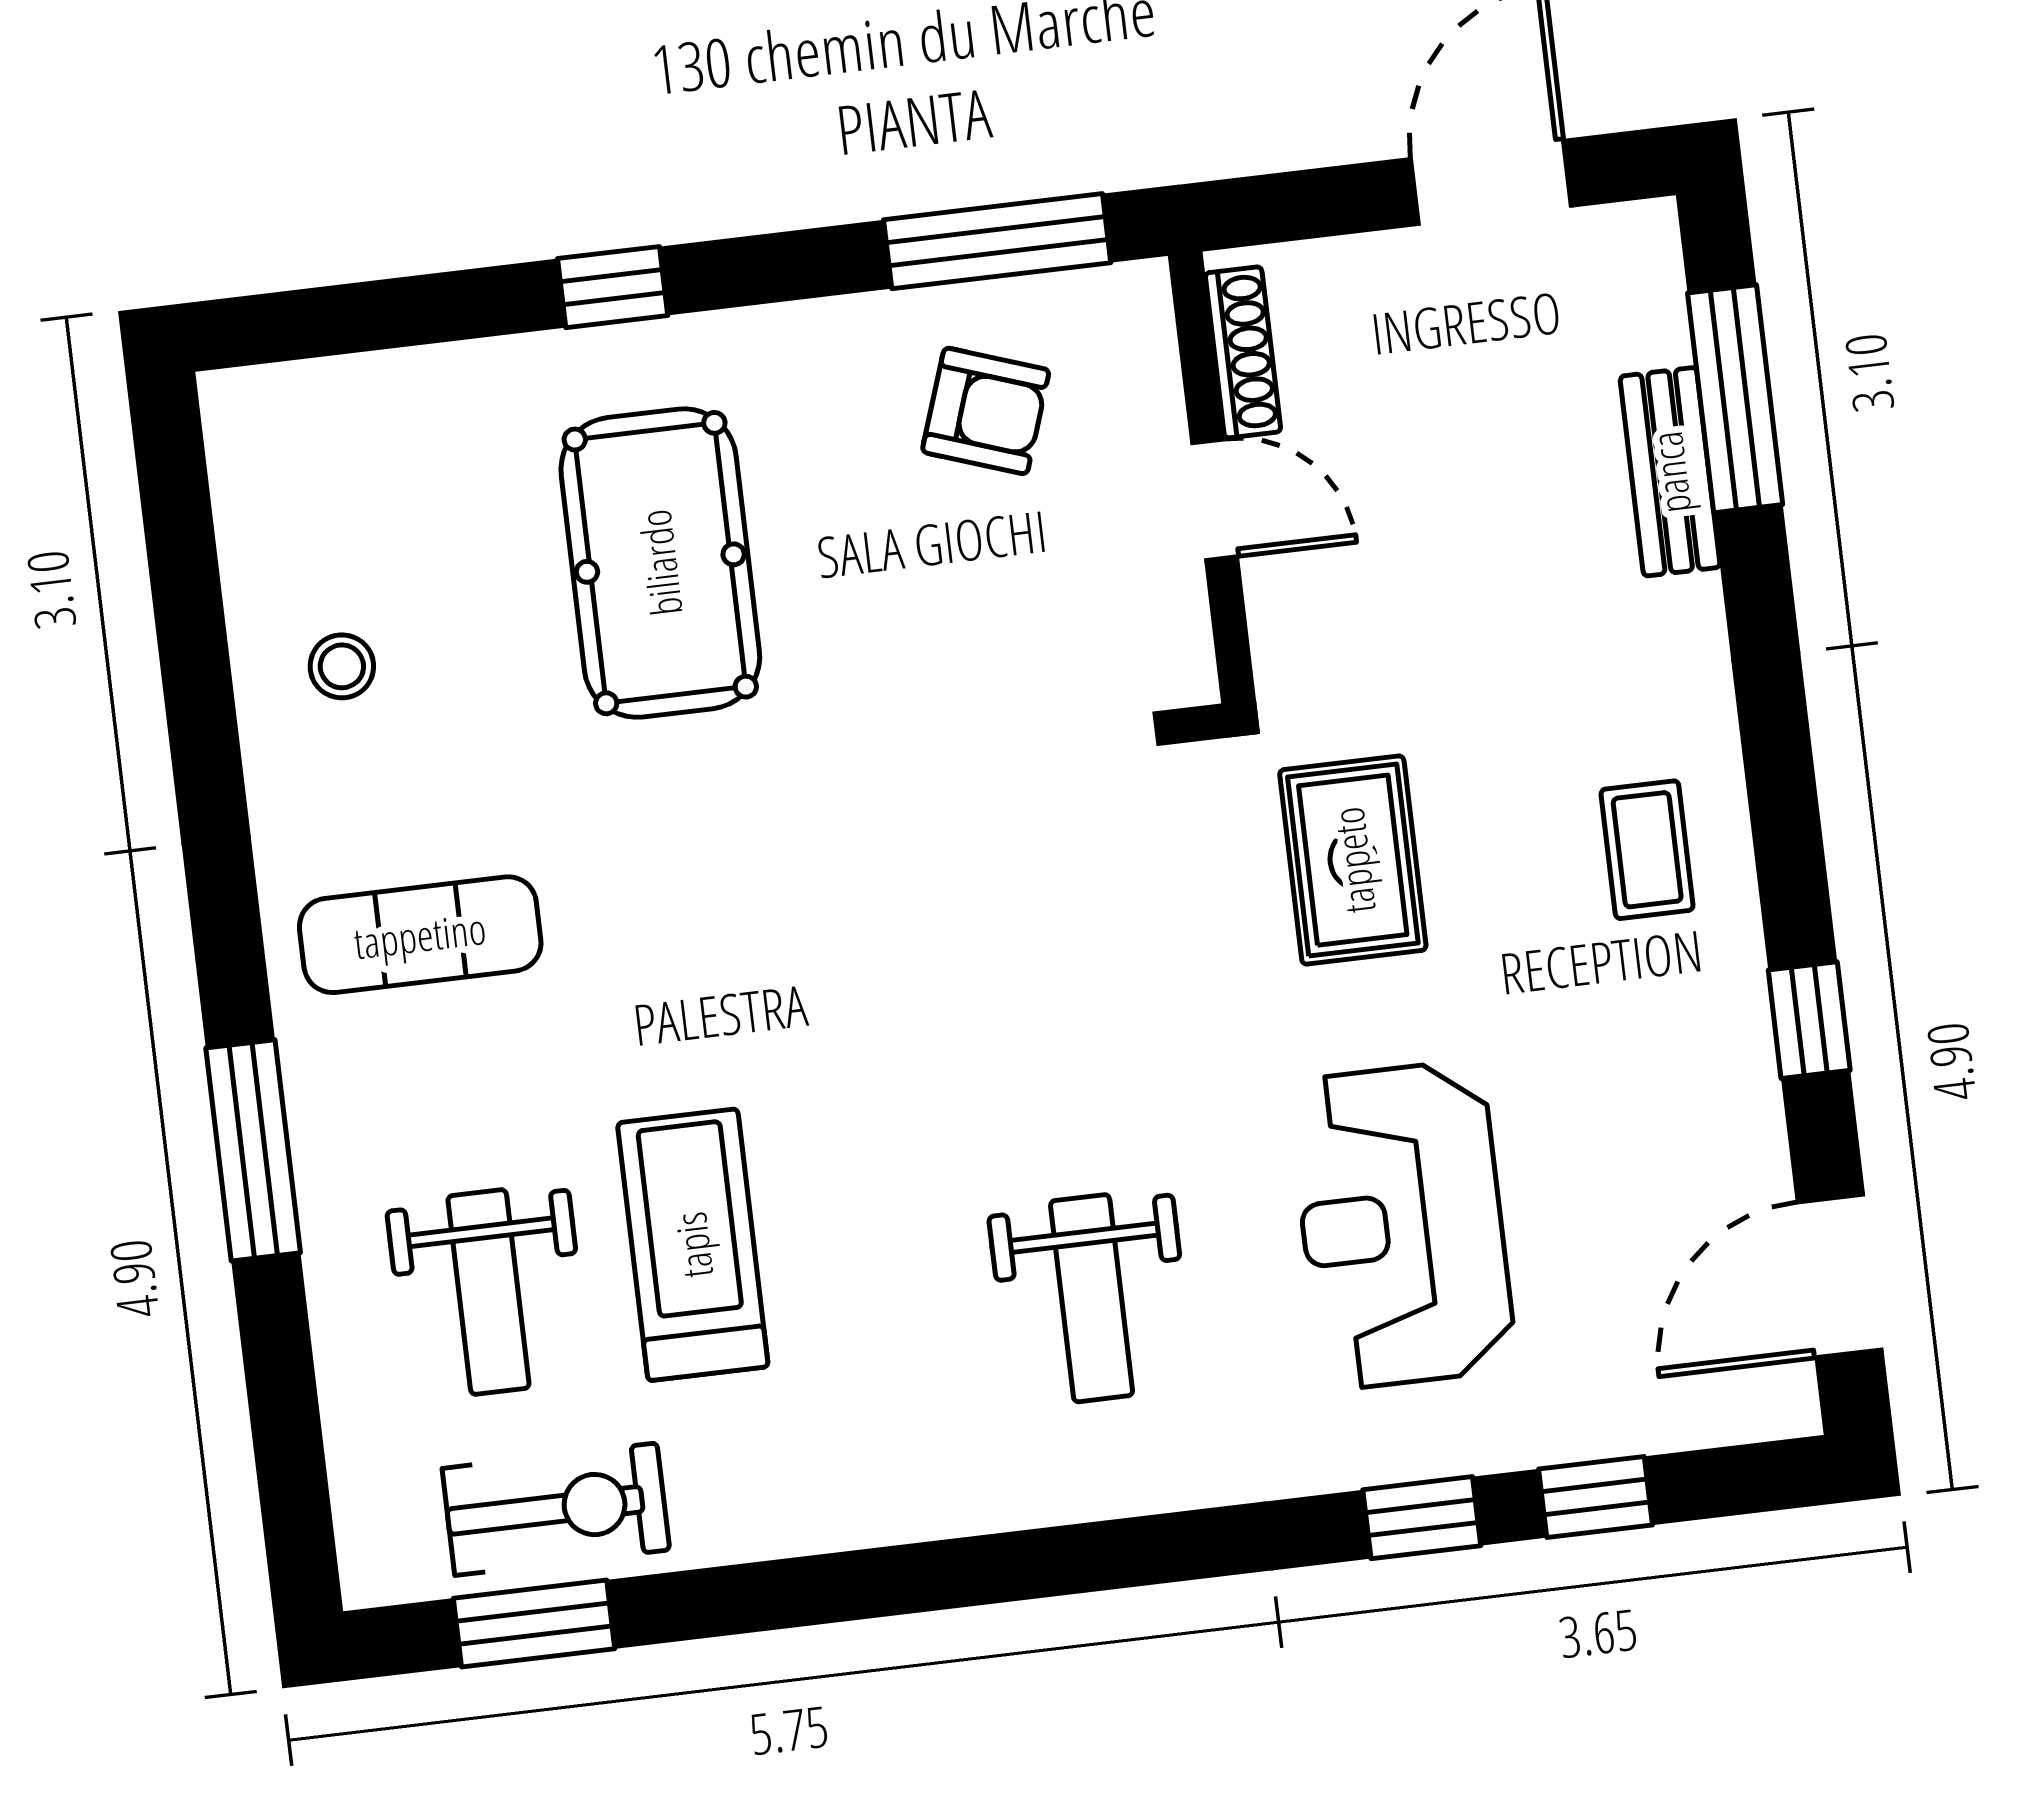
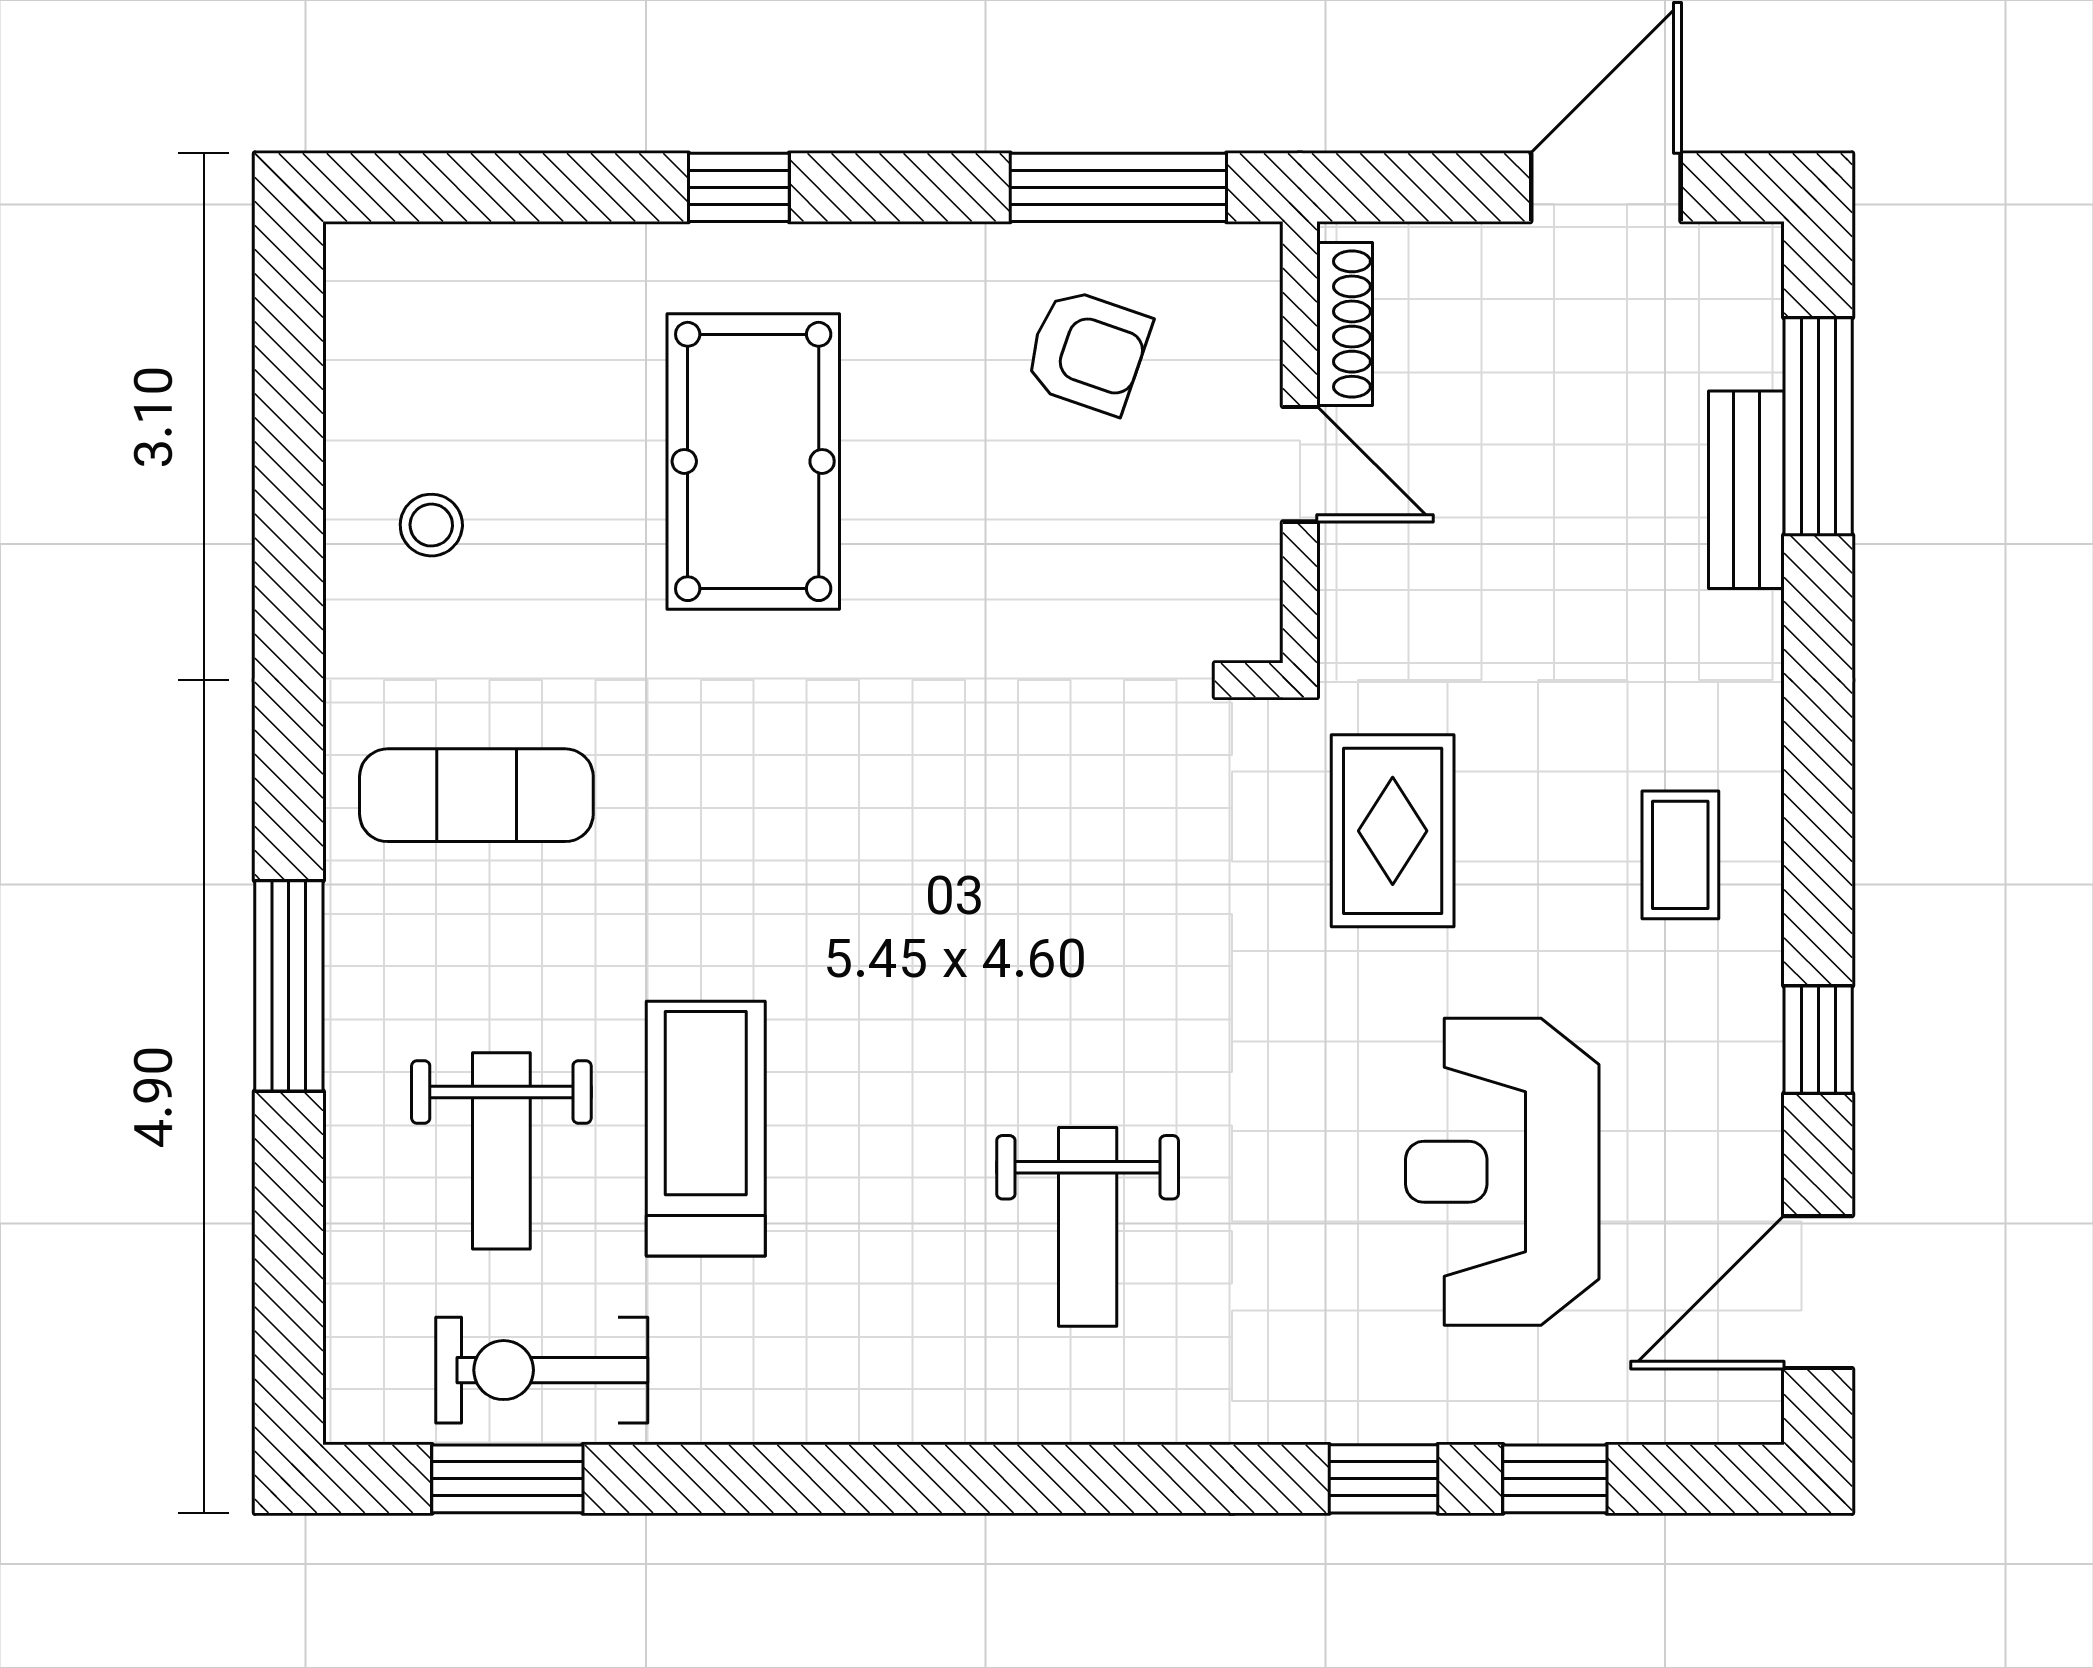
reception desk: (1402, 1225) -> (1502, 1172), moved
exercise bike: (556, 1509) -> (542, 1370), turned 180

